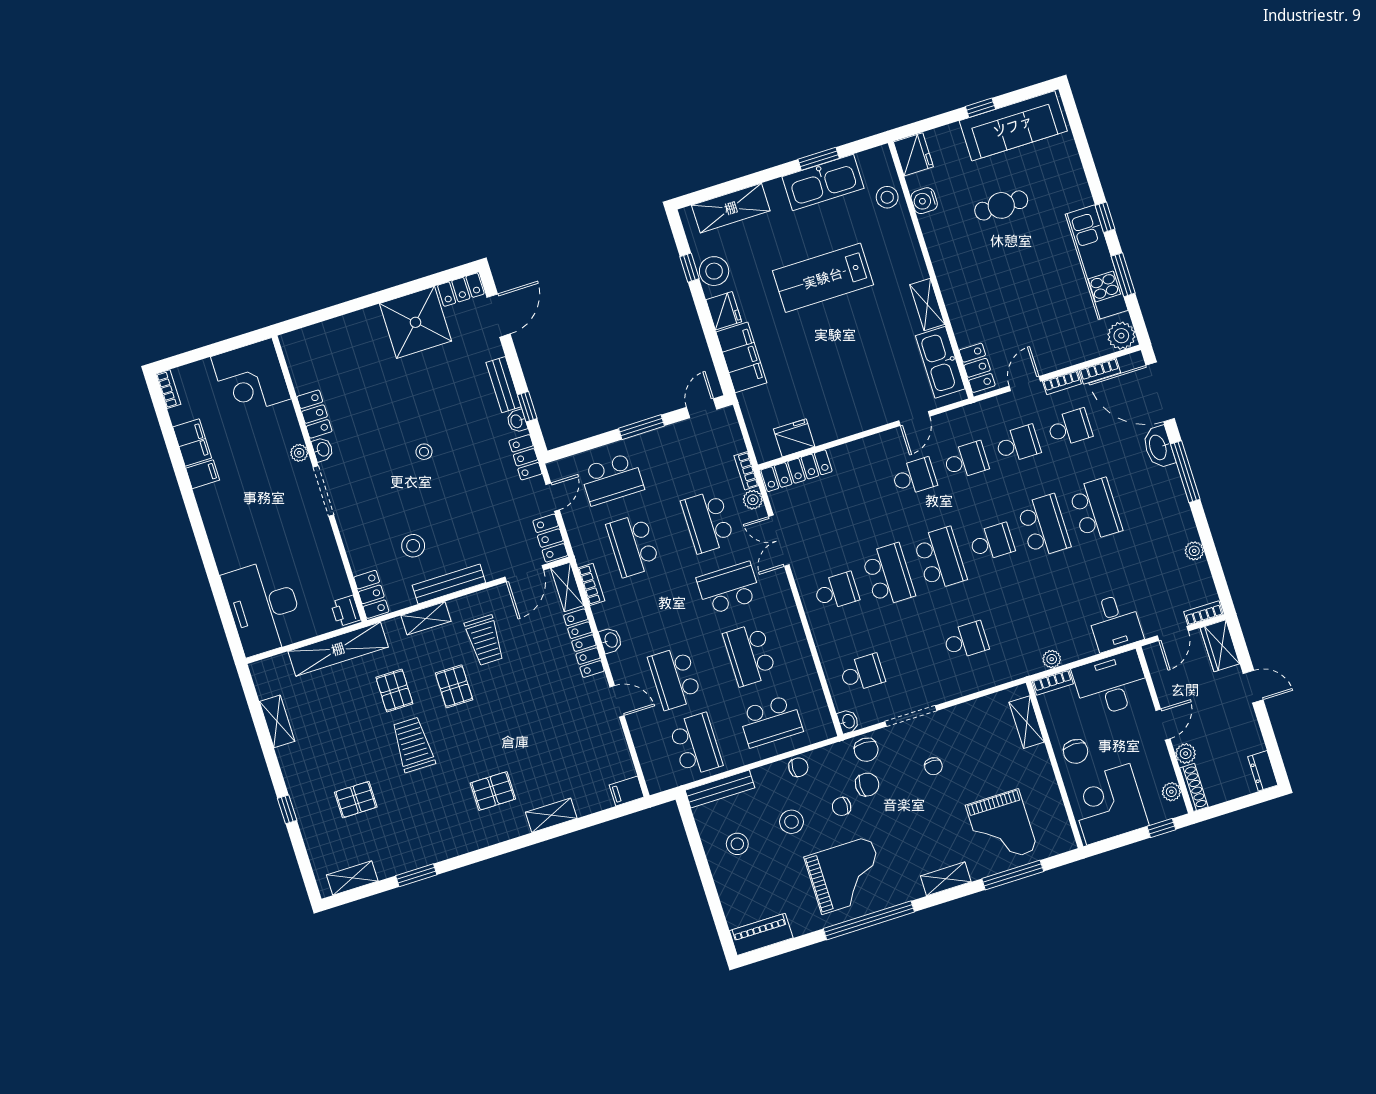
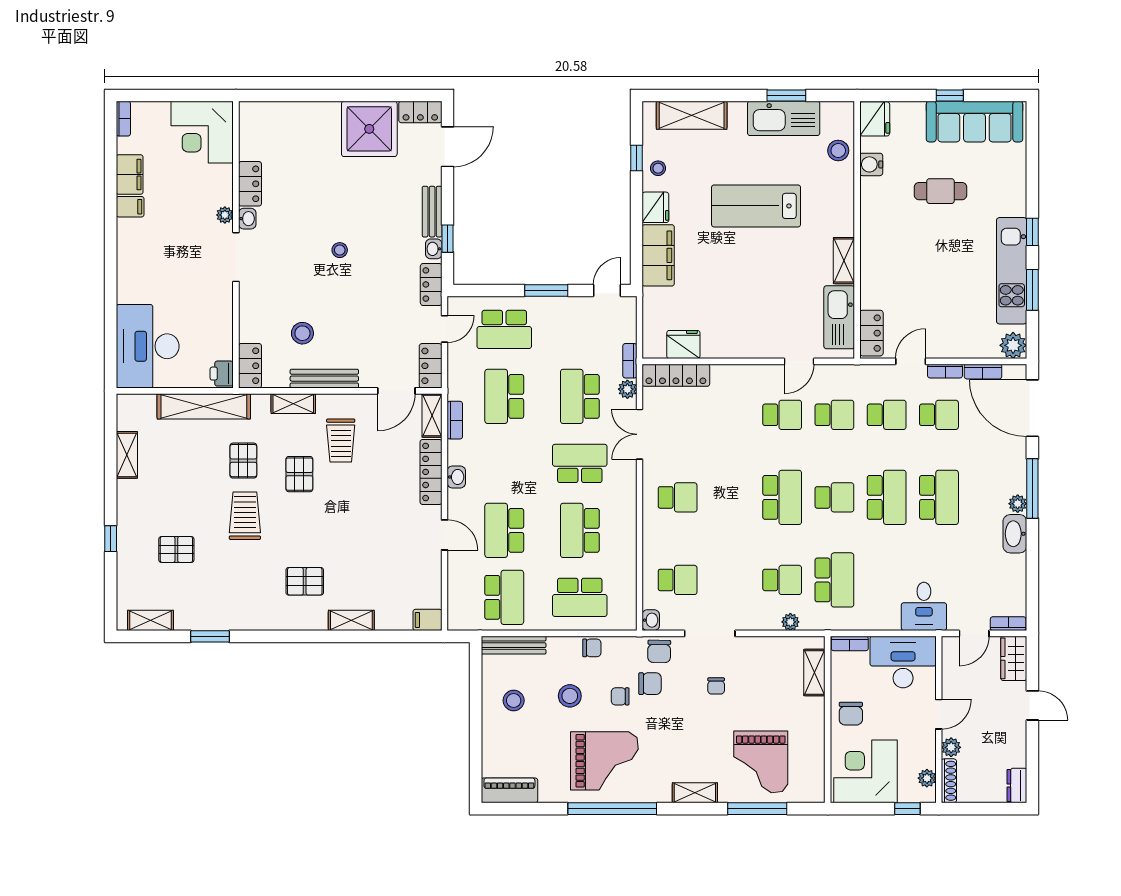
stool: (714, 271) -> (658, 168), width x0.53, depth x0.53
washbasin: (1159, 447) -> (1015, 534), moved
plant: (1194, 551) -> (1018, 504), moved
school desk: (888, 575) -> (834, 580), moved
plant: (1052, 659) -> (790, 622), moved

